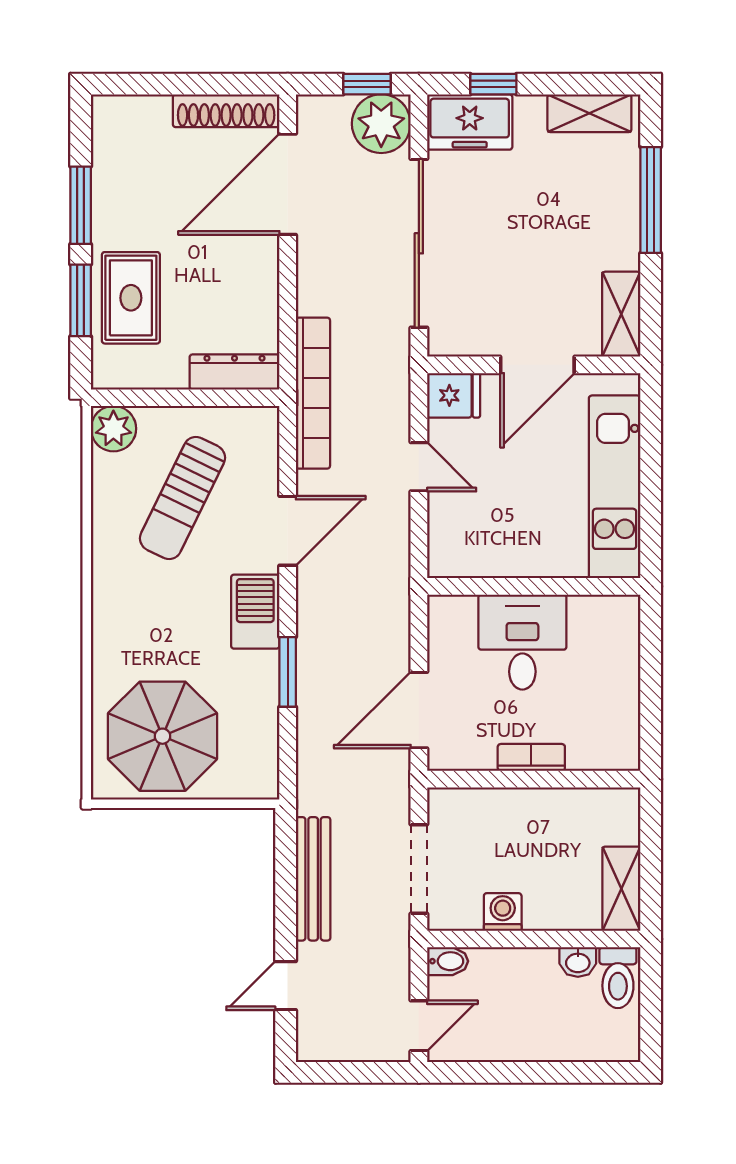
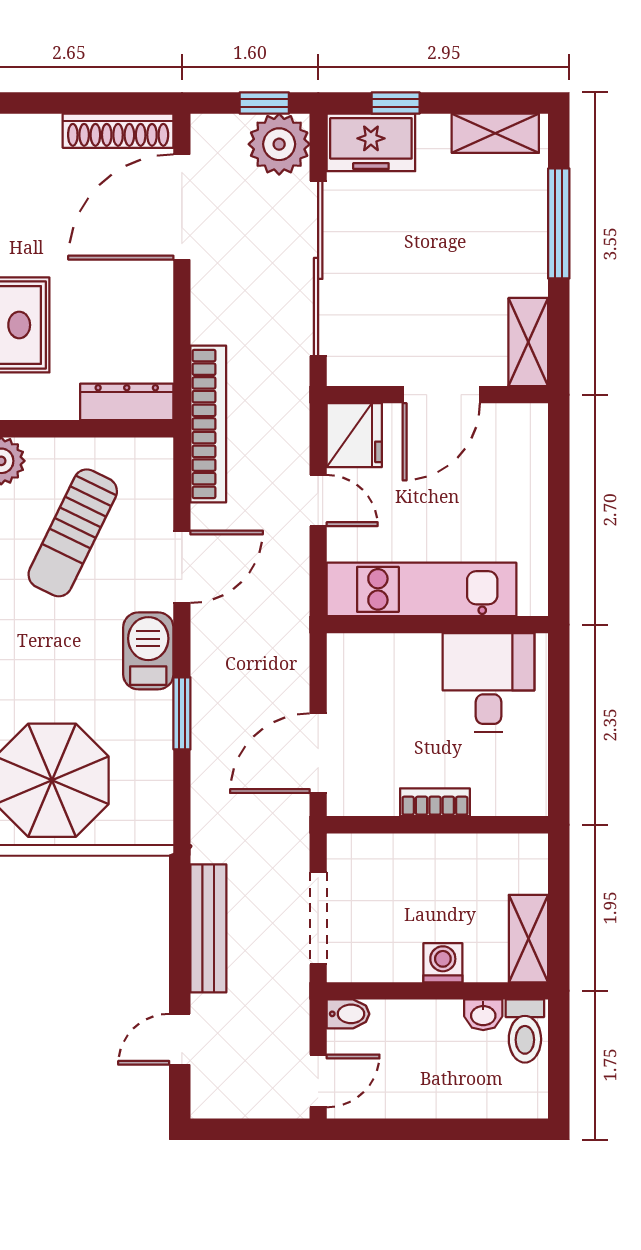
fridge: (454, 395) -> (354, 435), width x1.38
kitchen unit: (615, 487) -> (422, 589), moved, turned 90
desk: (522, 642) -> (489, 683), moved
washing machine: (503, 912) -> (443, 963), moved

